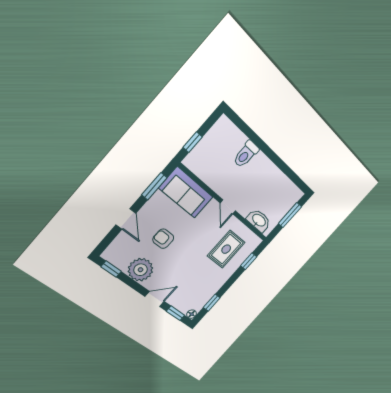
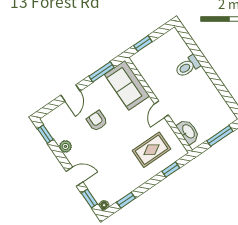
plant: (141, 270) -> (65, 146), width x0.53, depth x0.53

